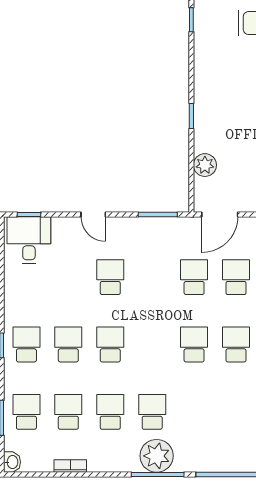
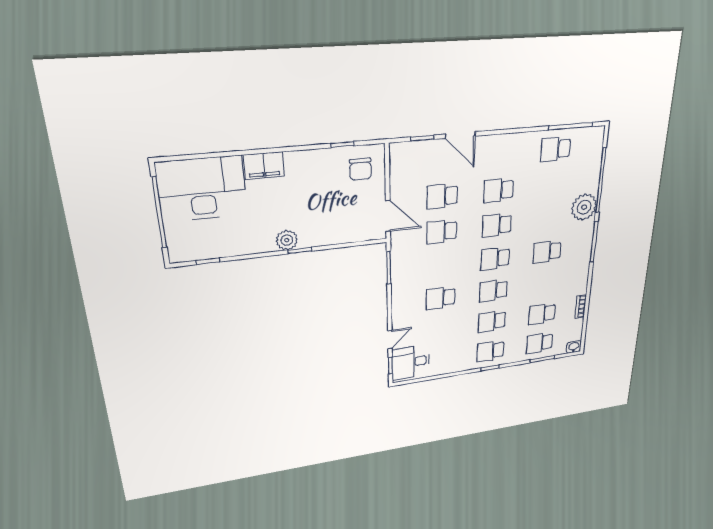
plant: (205, 165) -> (287, 240), moved
door: (93, 215) -> (390, 340), moved
school desk: (110, 412) -> (495, 259), moved
plant: (157, 456) -> (584, 207), moved

